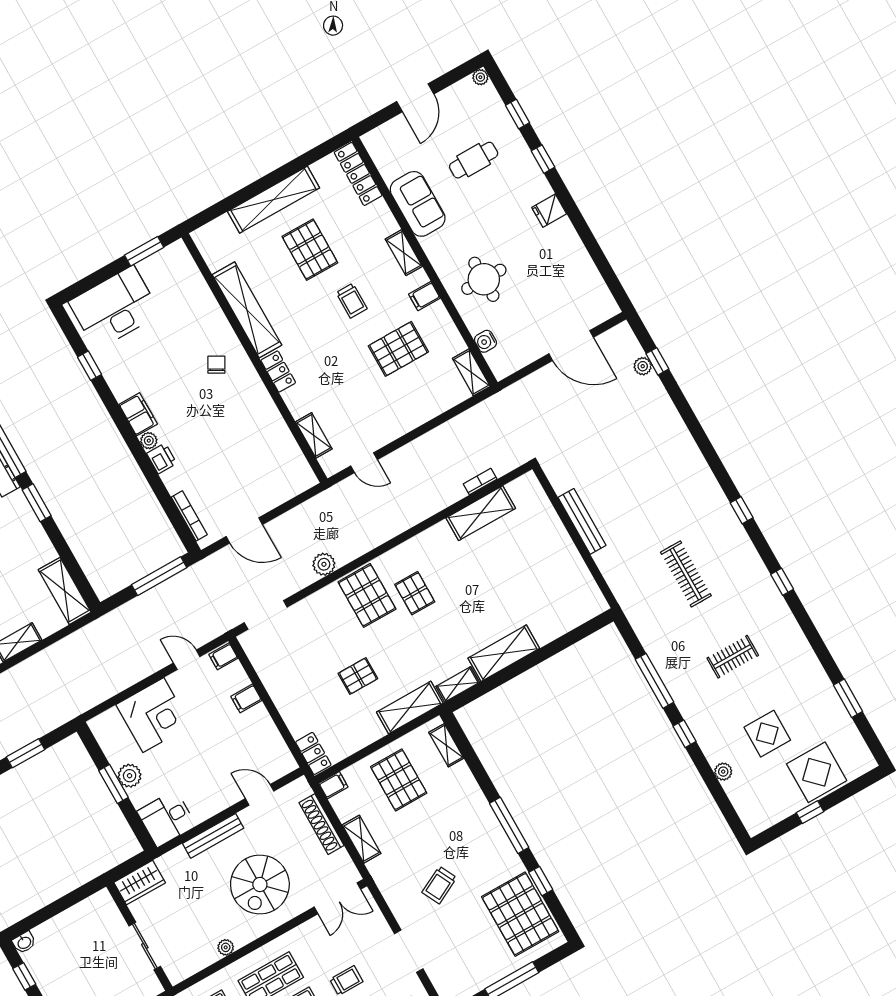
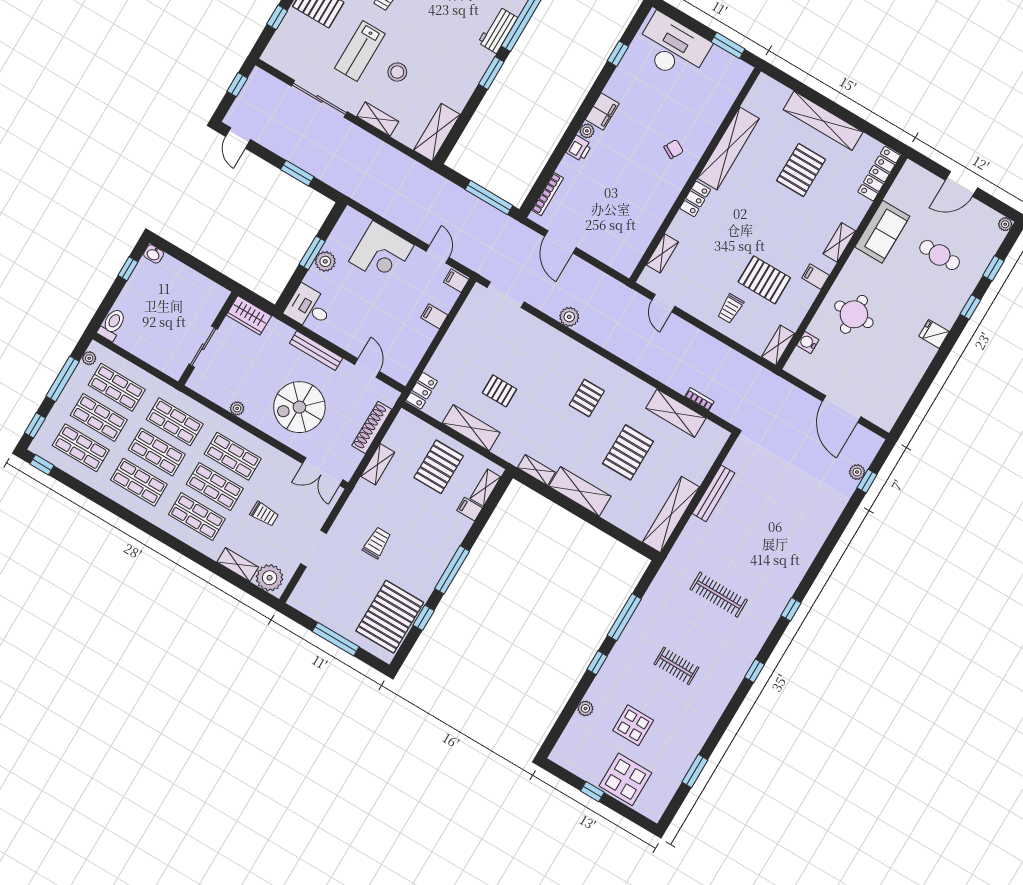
trolley: (352, 301) -> (730, 309), moved
clothes rail: (686, 574) -> (719, 595), turned 90
shelving: (579, 576) -> (671, 514), added
pallet: (367, 595) -> (628, 452), moved
shelving: (410, 708) -> (471, 428), moved
filing cabinet: (333, 785) -> (470, 509), moved, turned 180
trolley: (439, 885) -> (377, 543), turned 117

